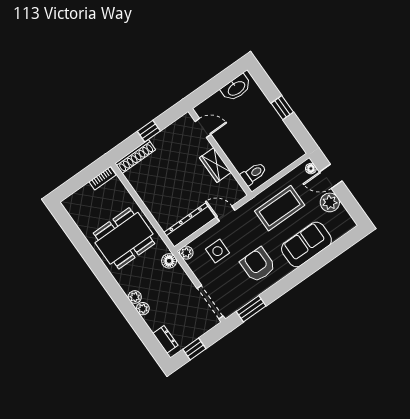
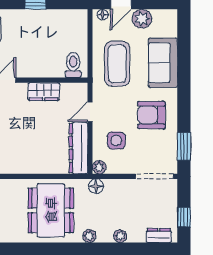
plant: (135, 297) -> (89, 236), moved

